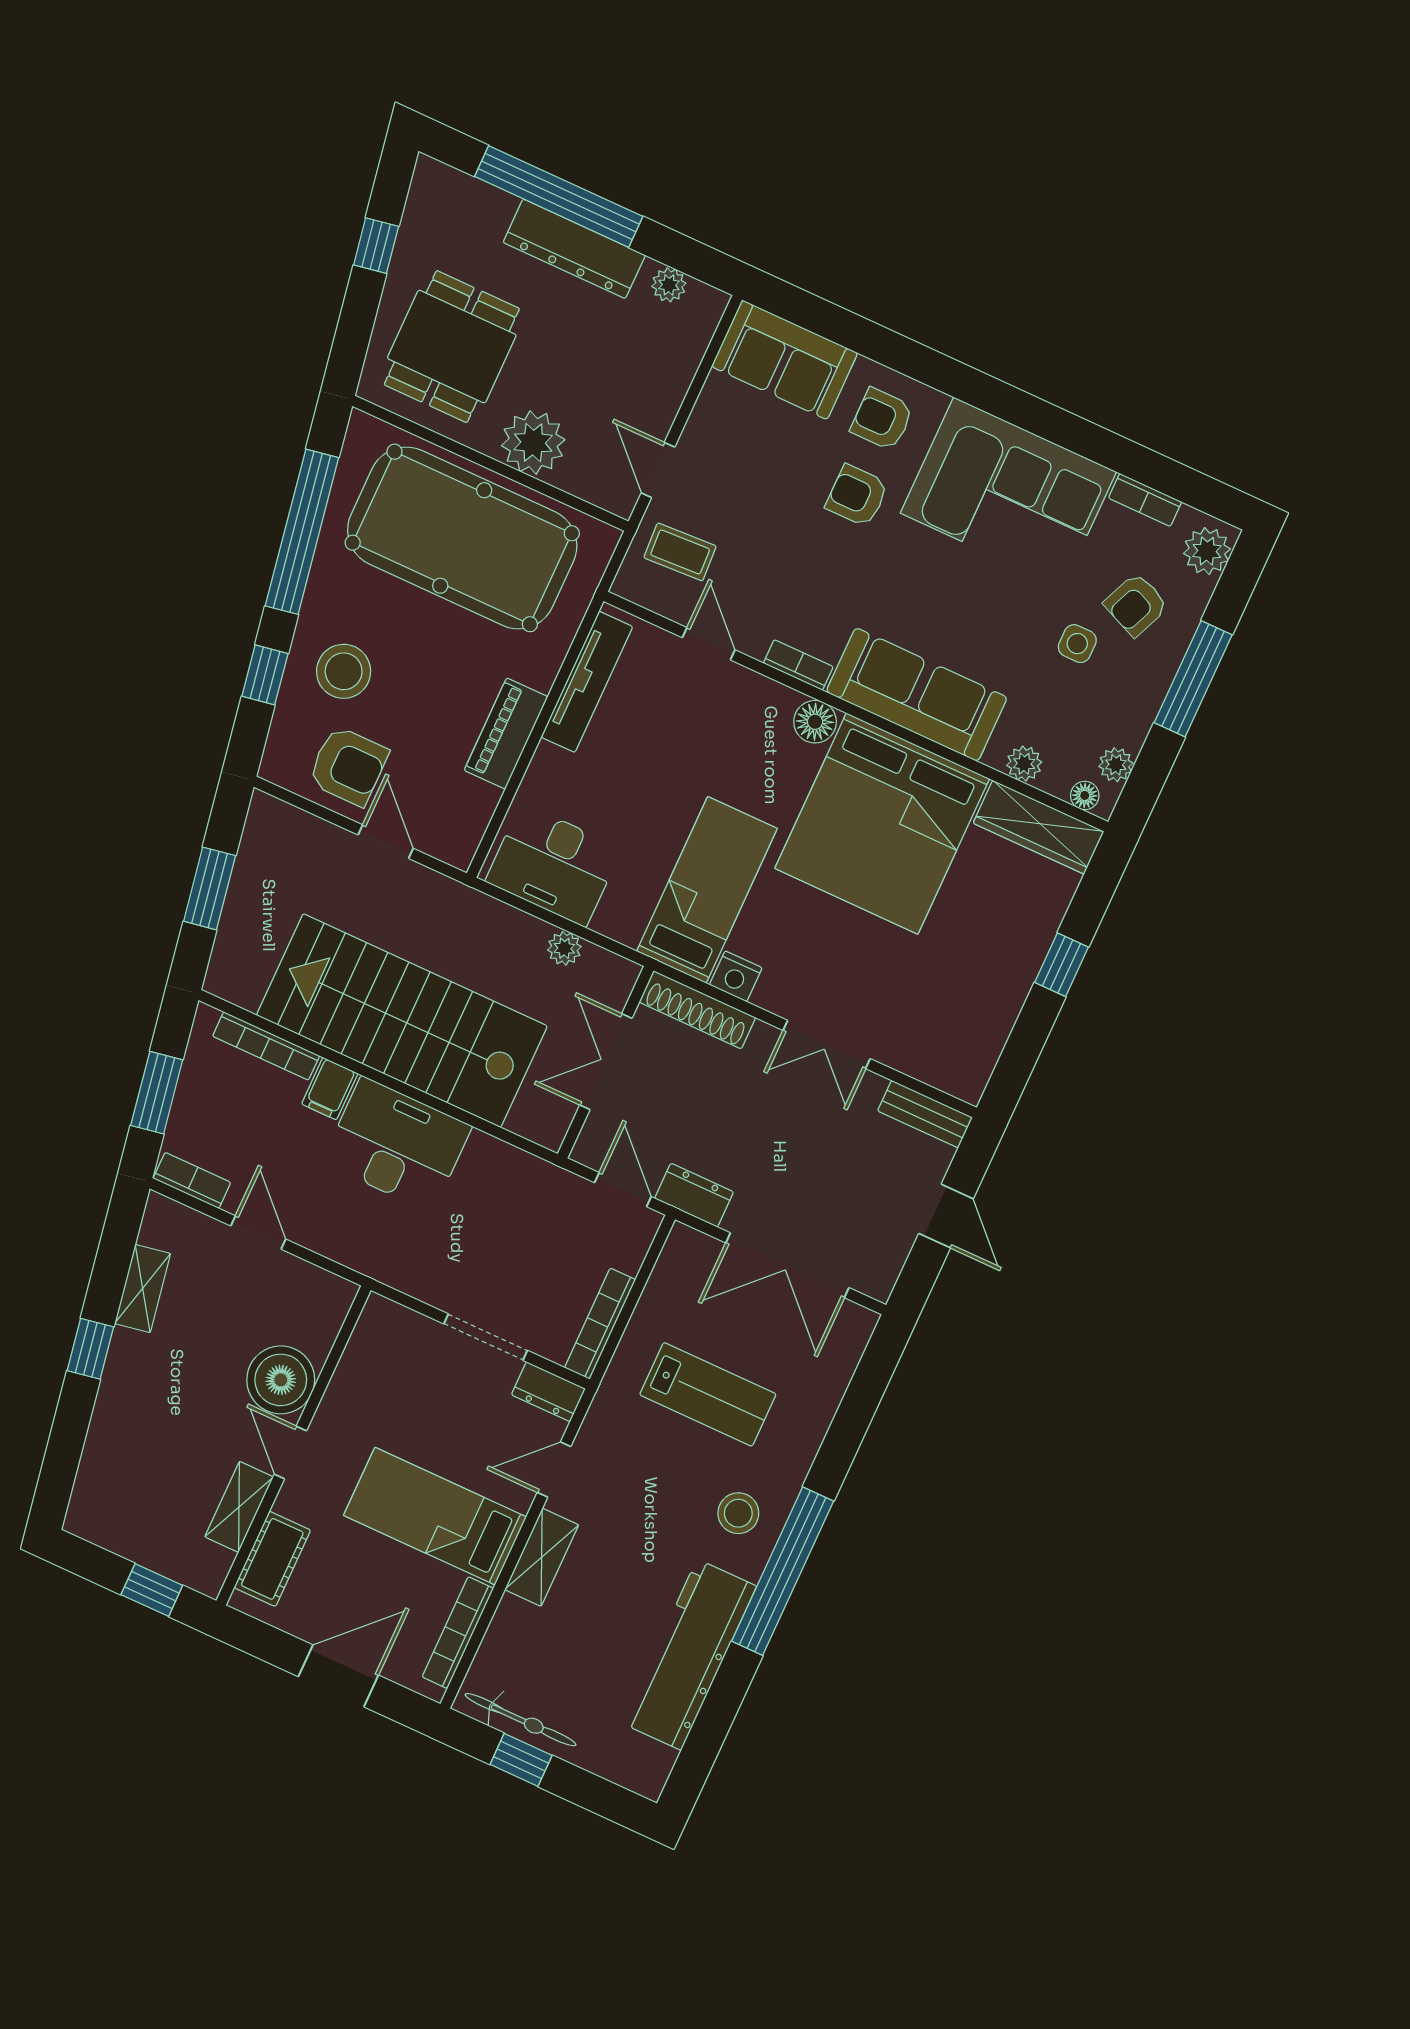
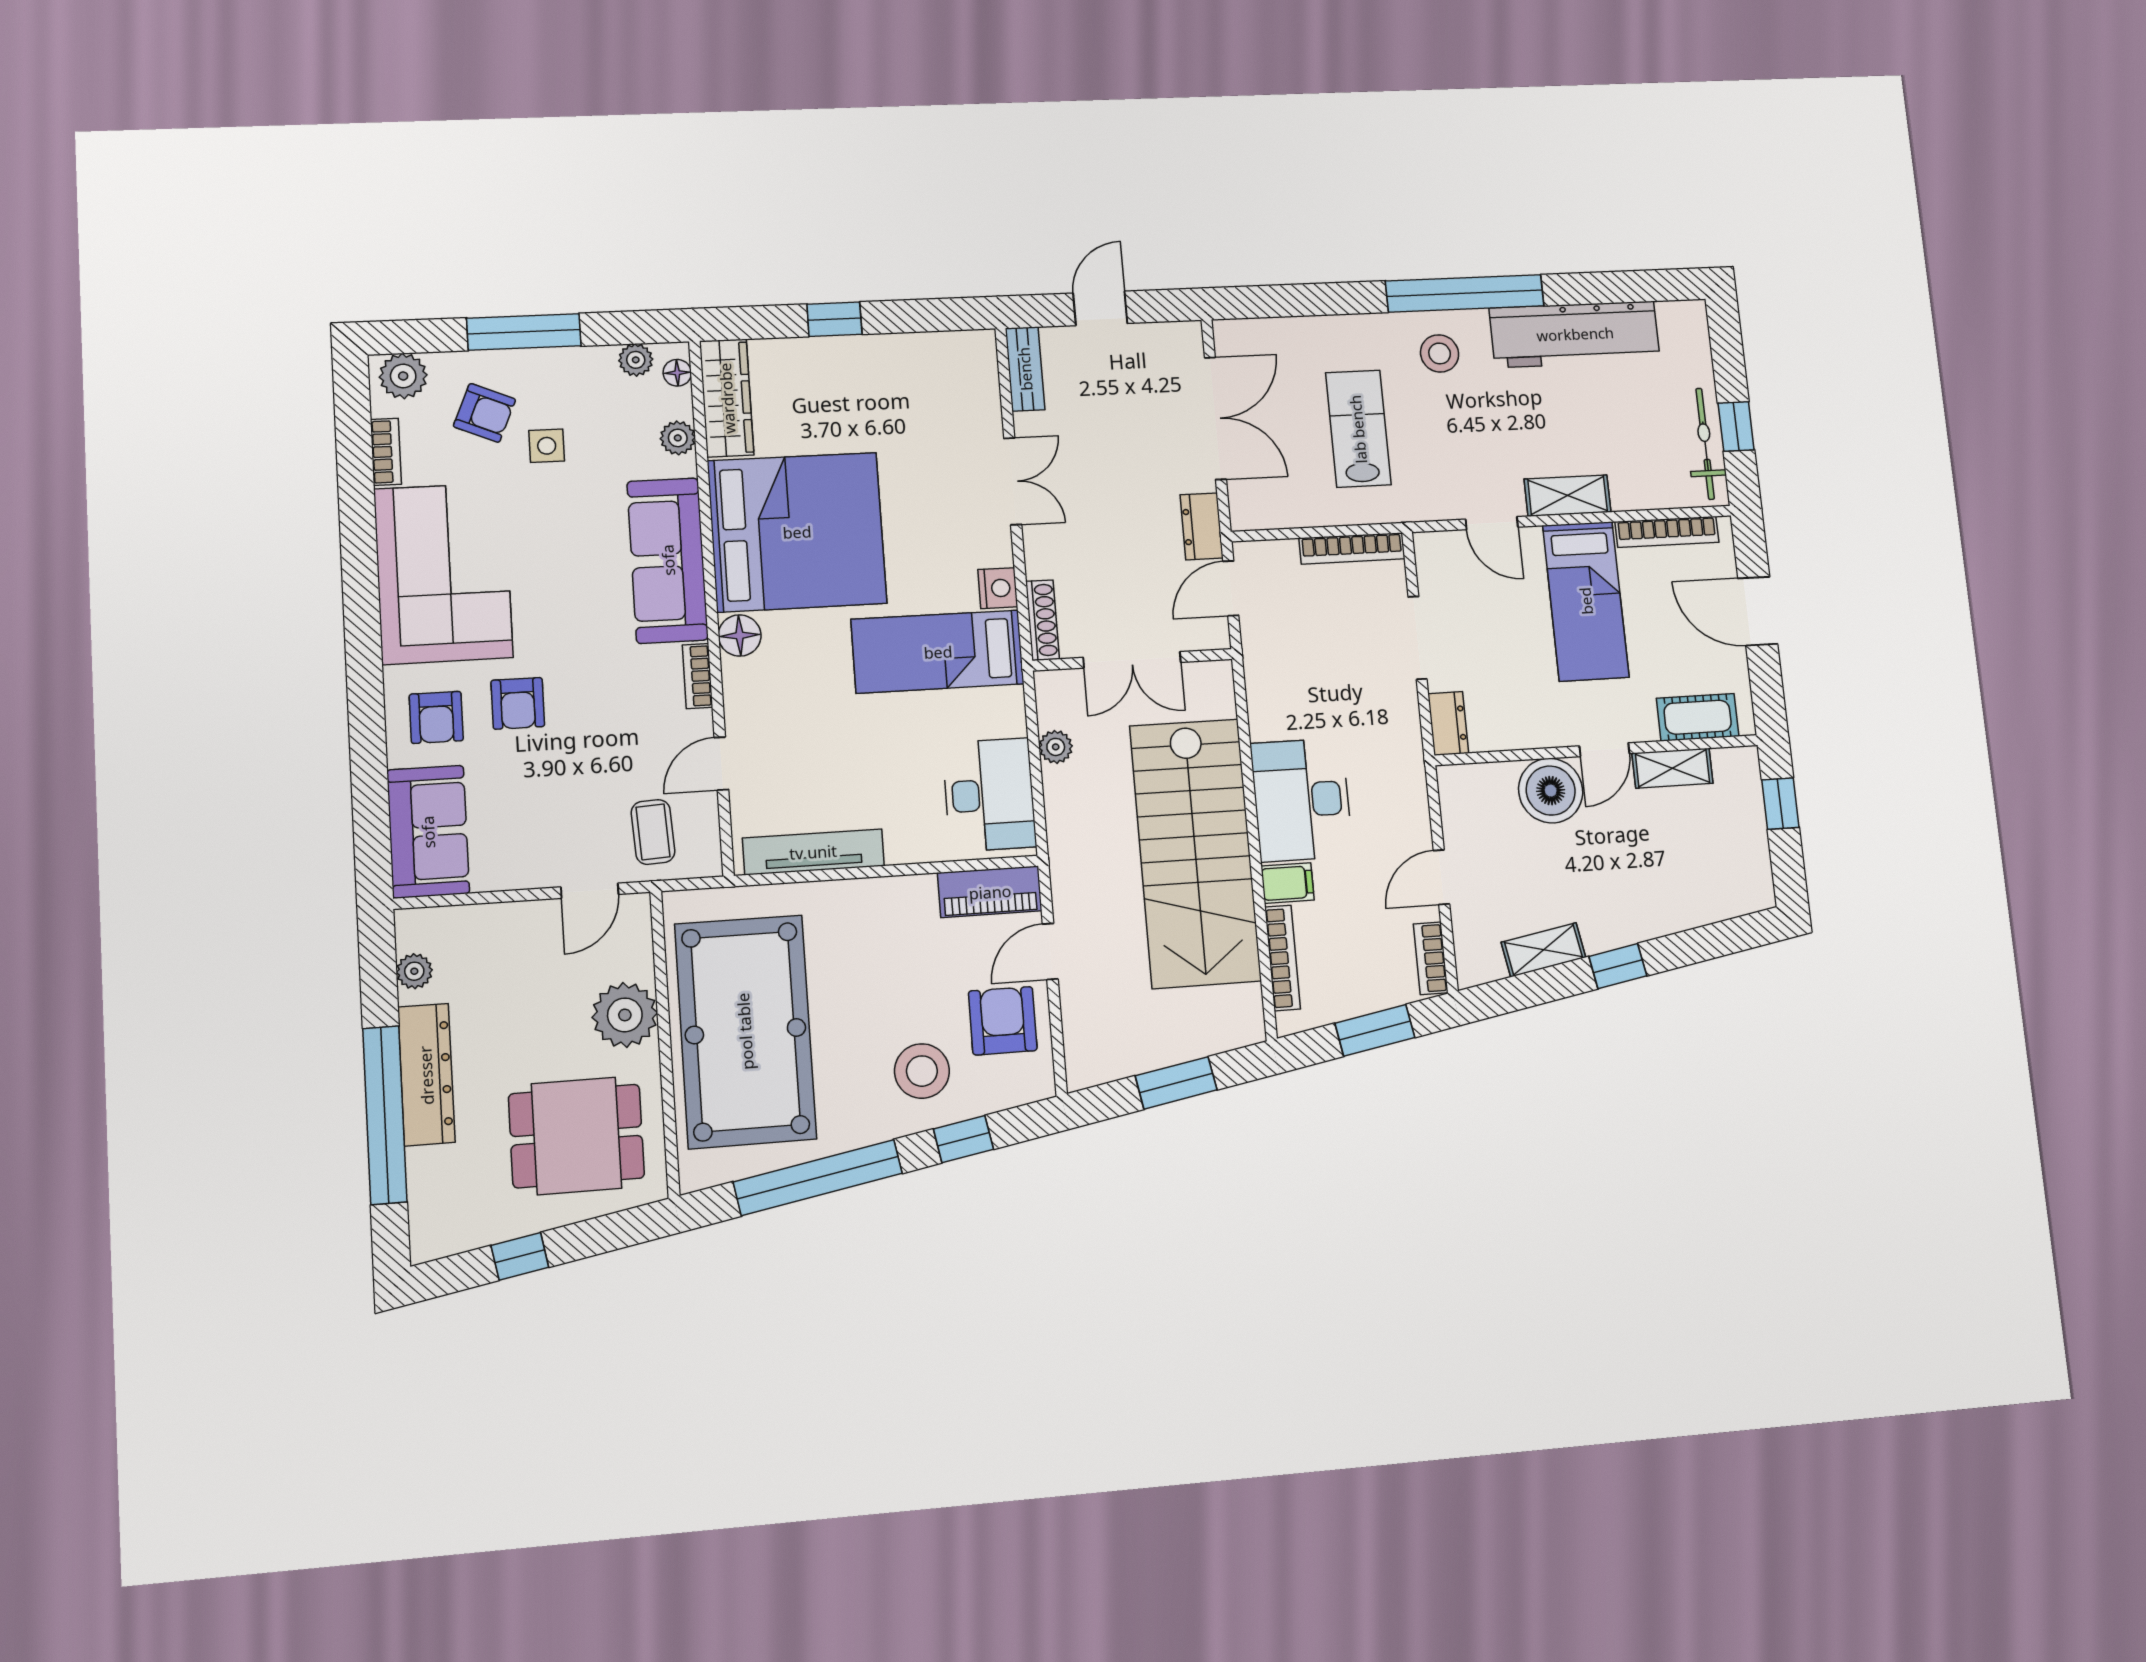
piano: (506, 734) -> (990, 892), moved
shoe rack: (697, 1010) -> (1042, 620), width x0.74, depth x0.81
dresser: (548, 1392) -> (1448, 723), moved

